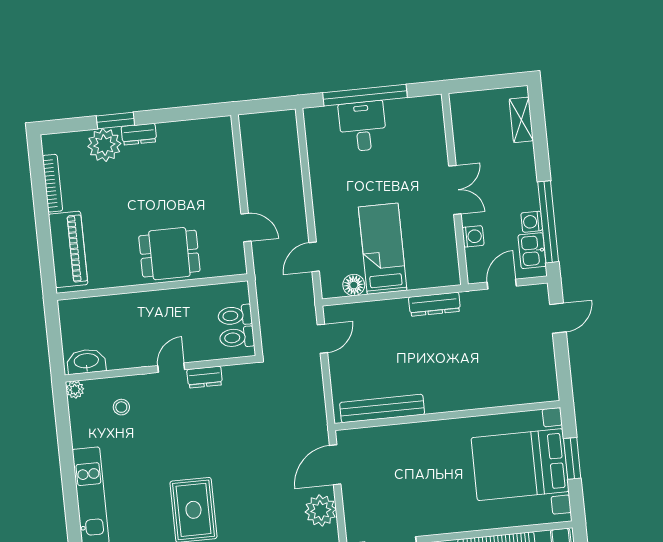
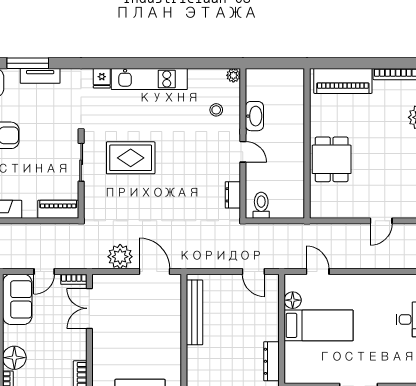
door: (246, 227) -> (381, 221), moved
toilet: (235, 315) -> (278, 205), removed
washbasin: (86, 361) -> (254, 116), moved
dresser: (205, 377) -> (233, 195), moved

